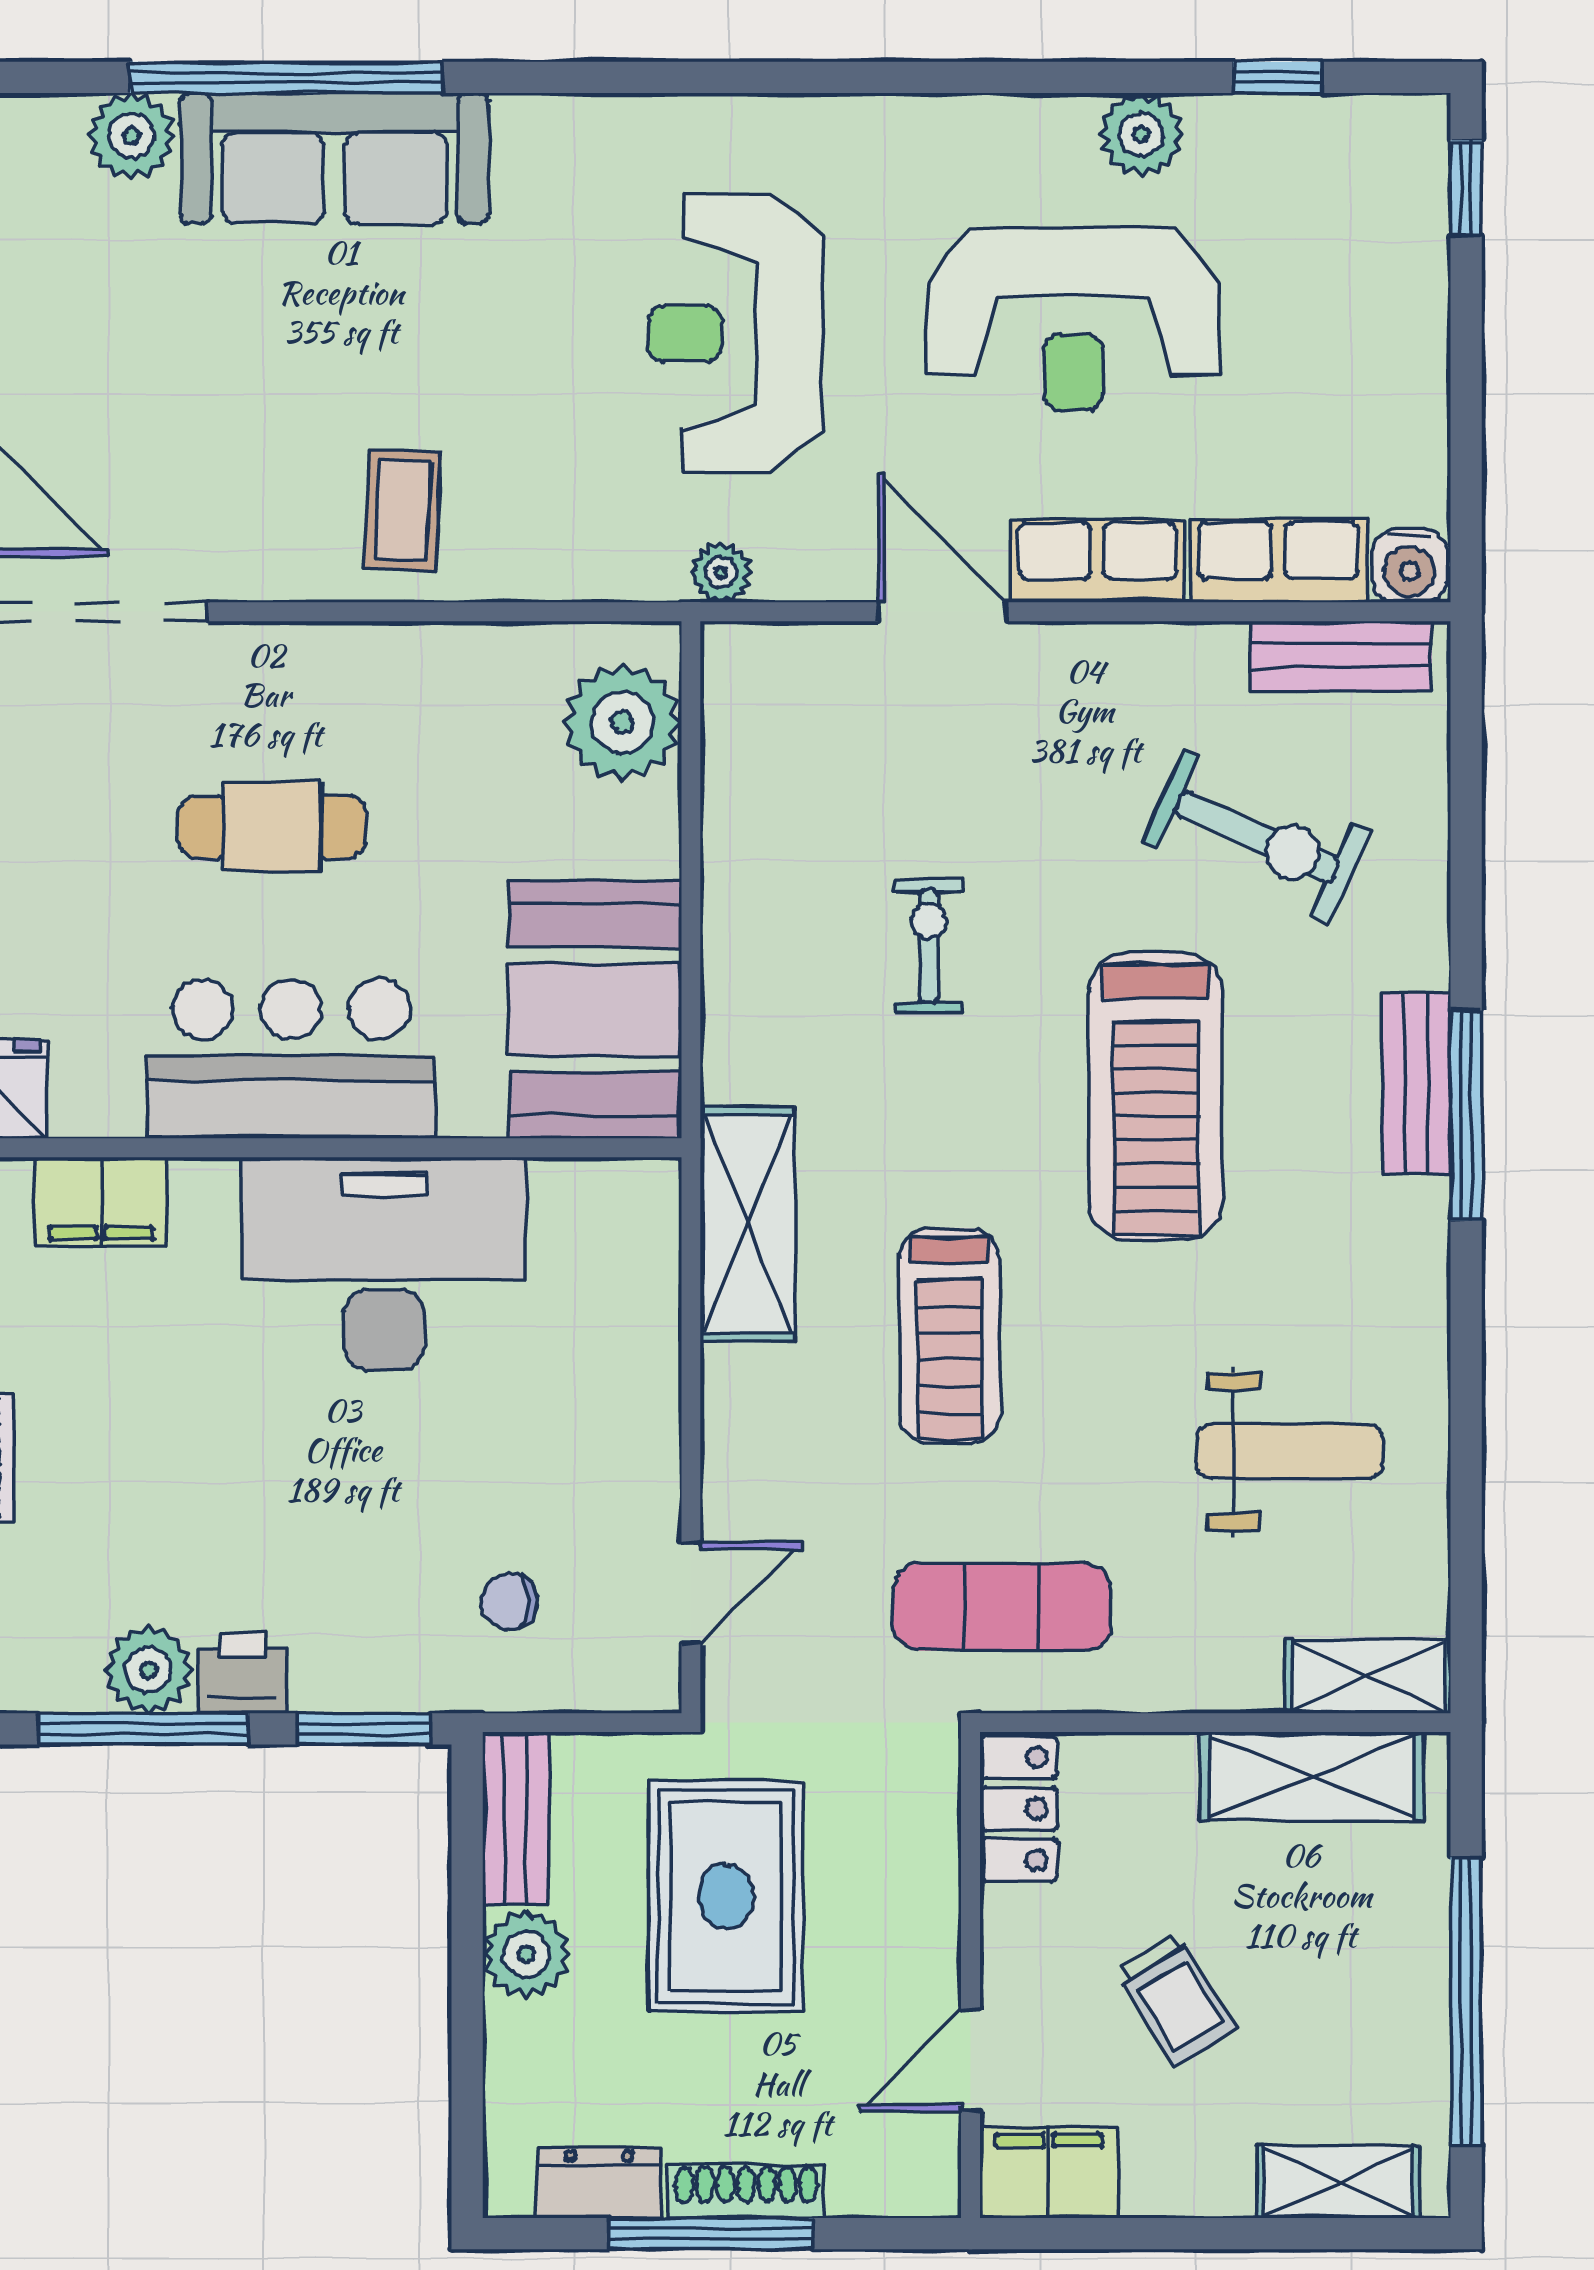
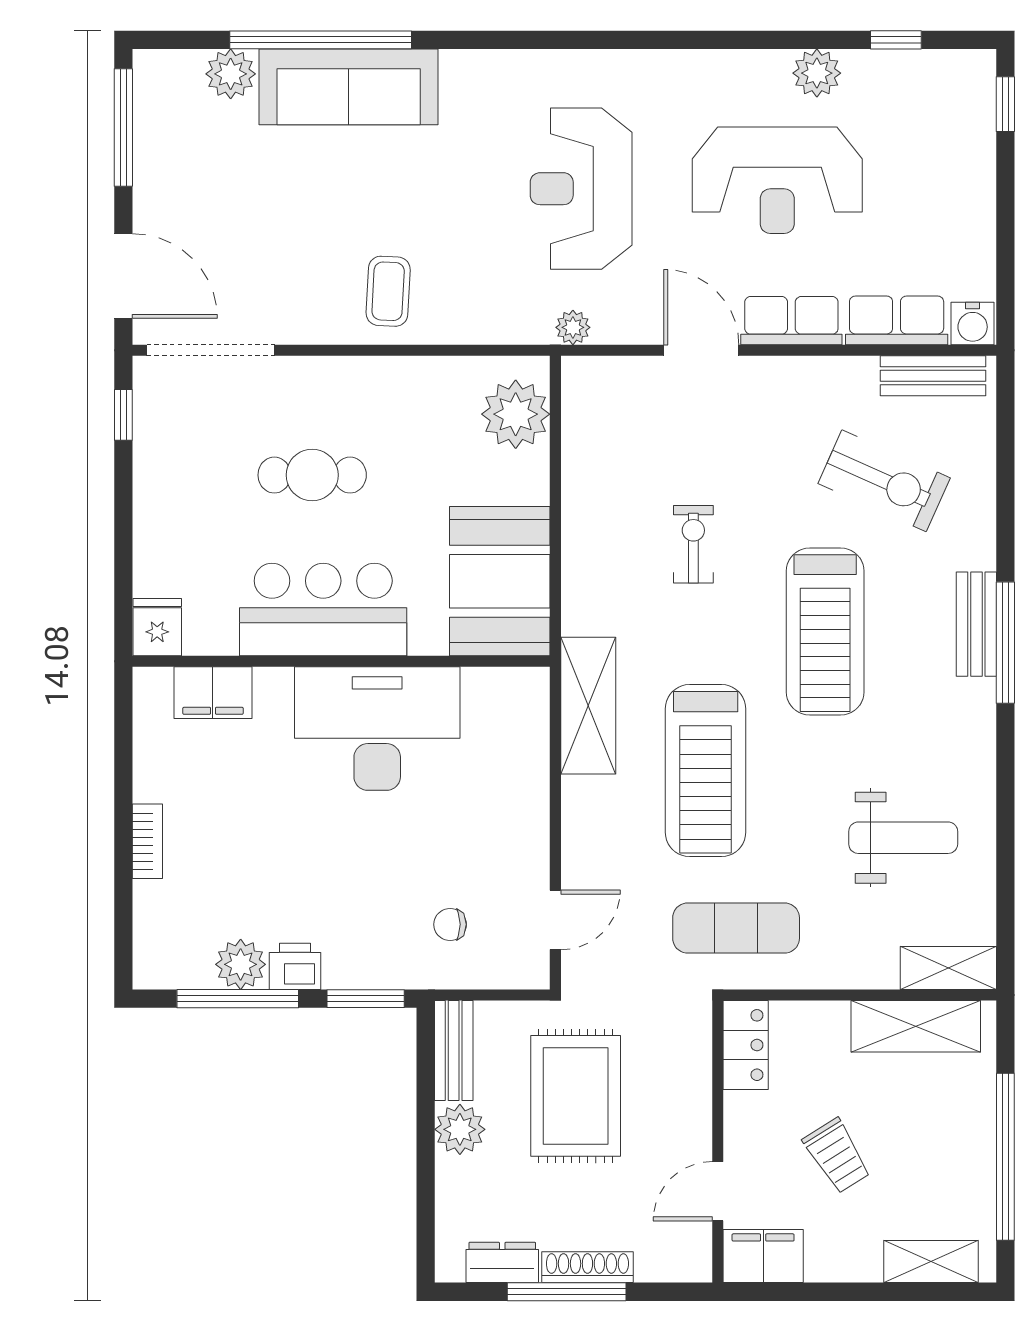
treadmill: (949, 1336) -> (706, 771), width x1.37, depth x1.38

